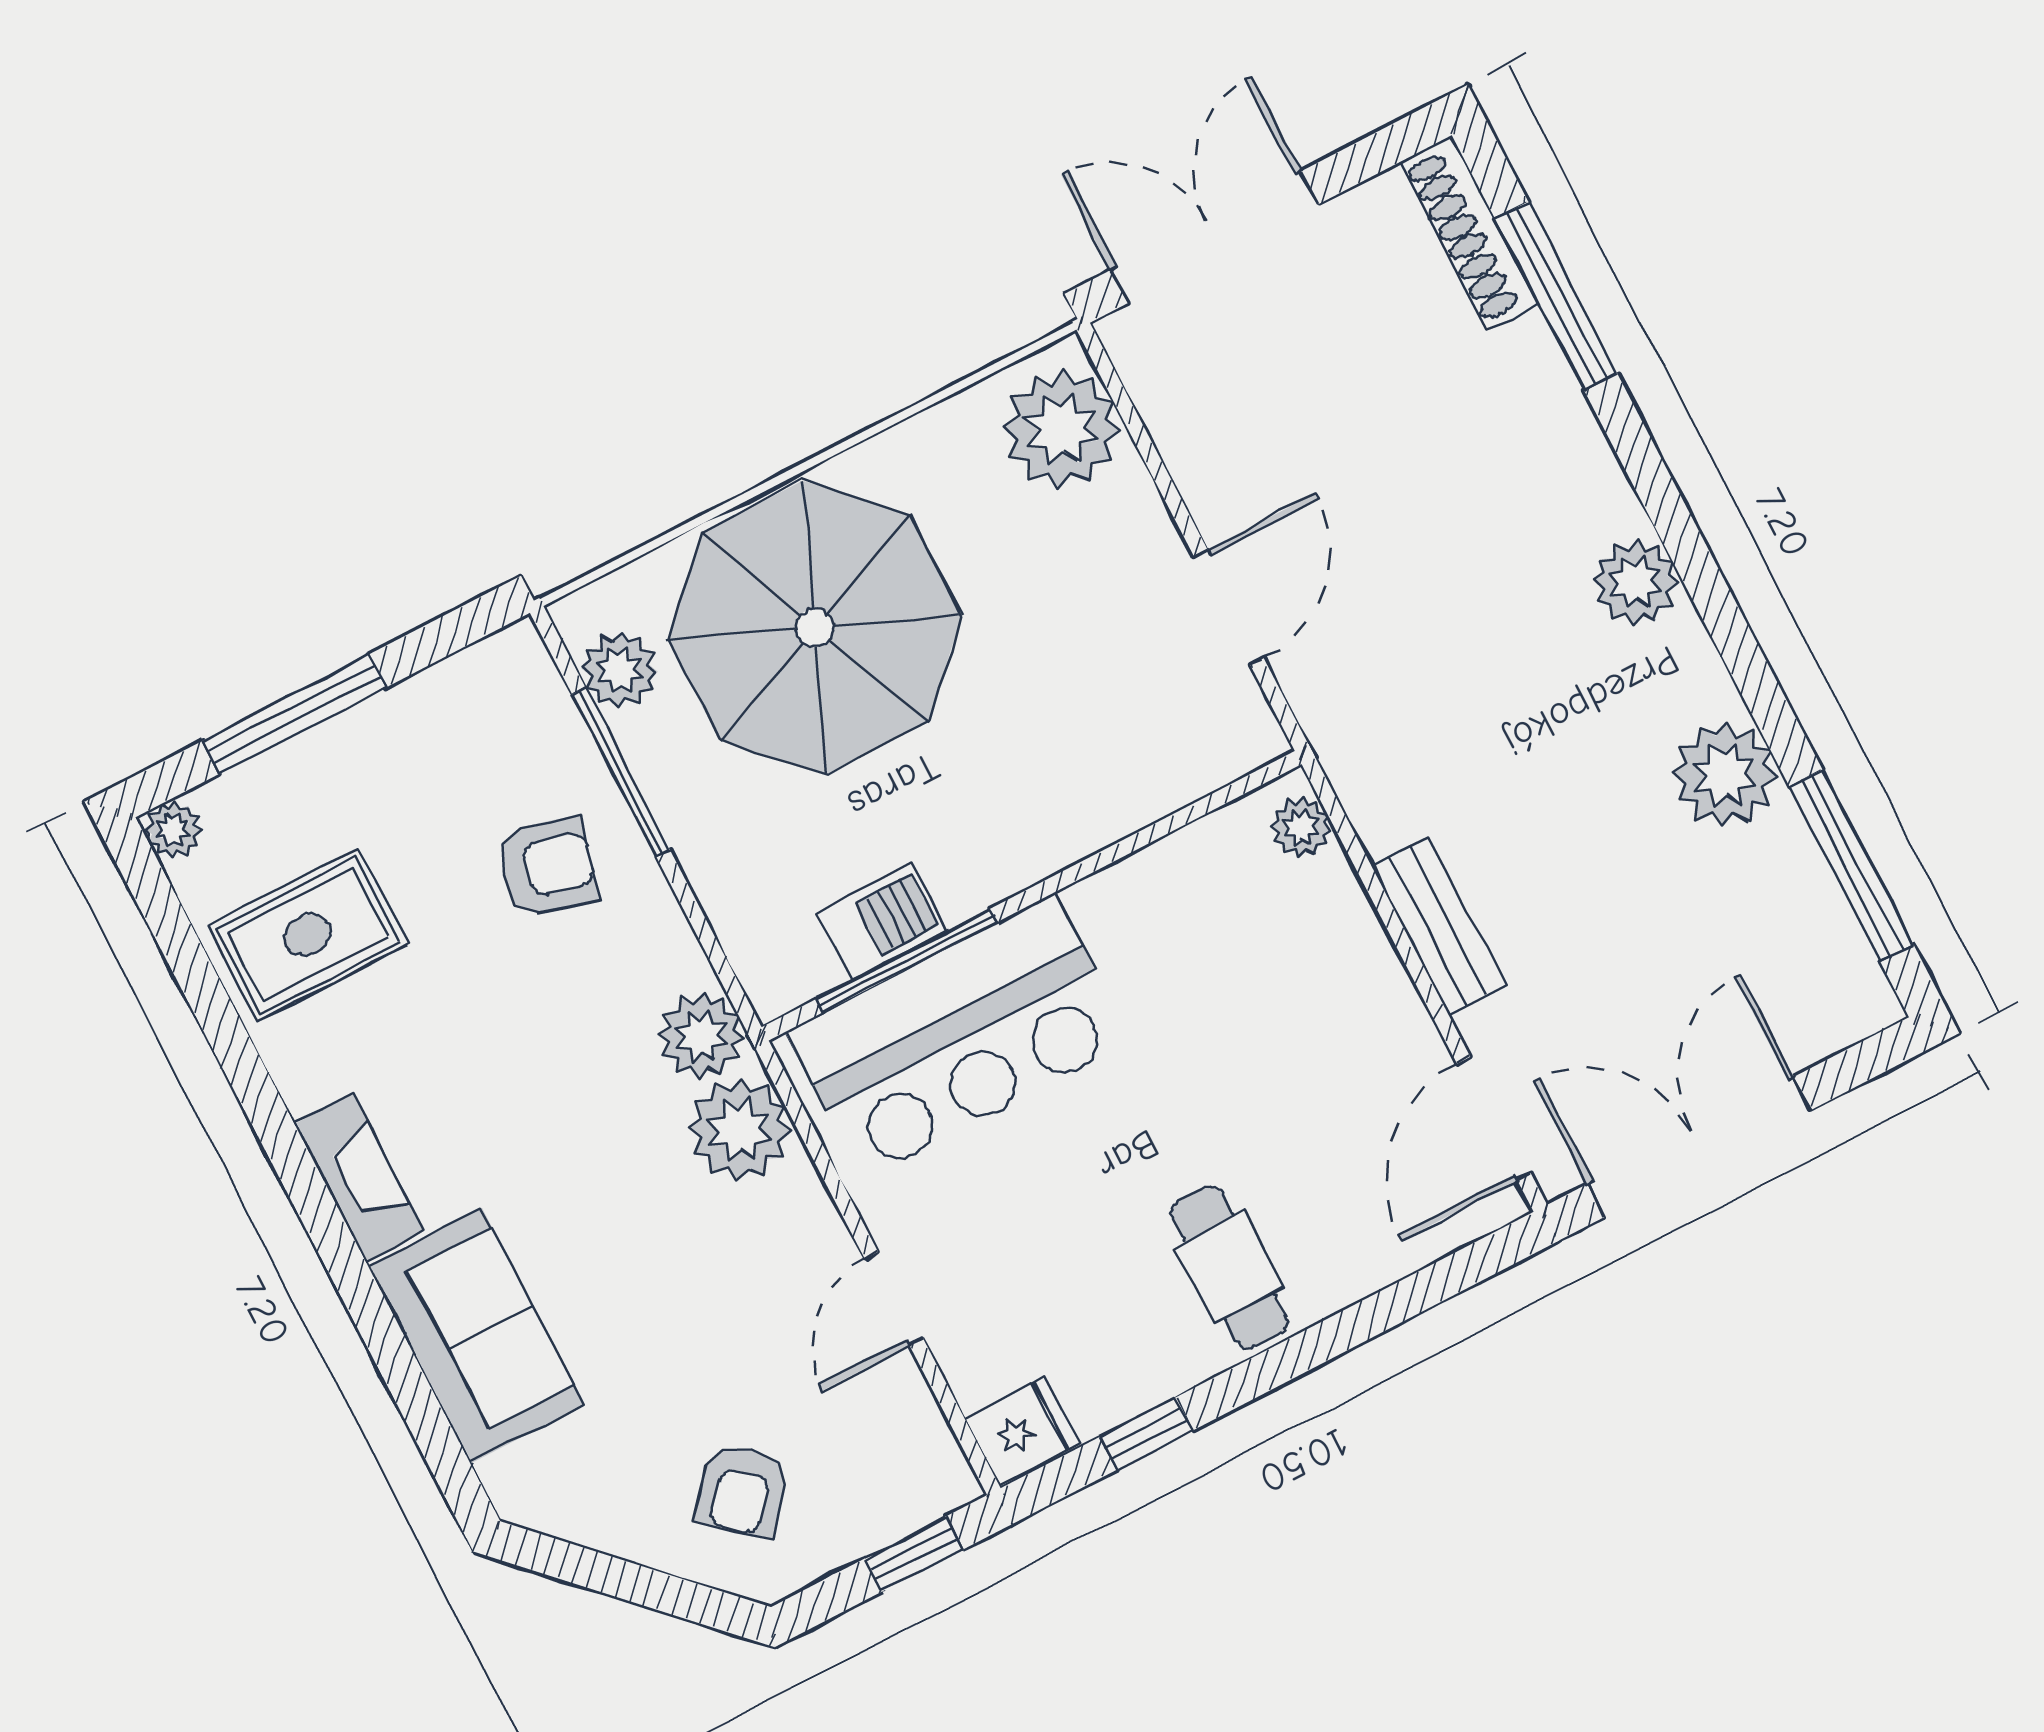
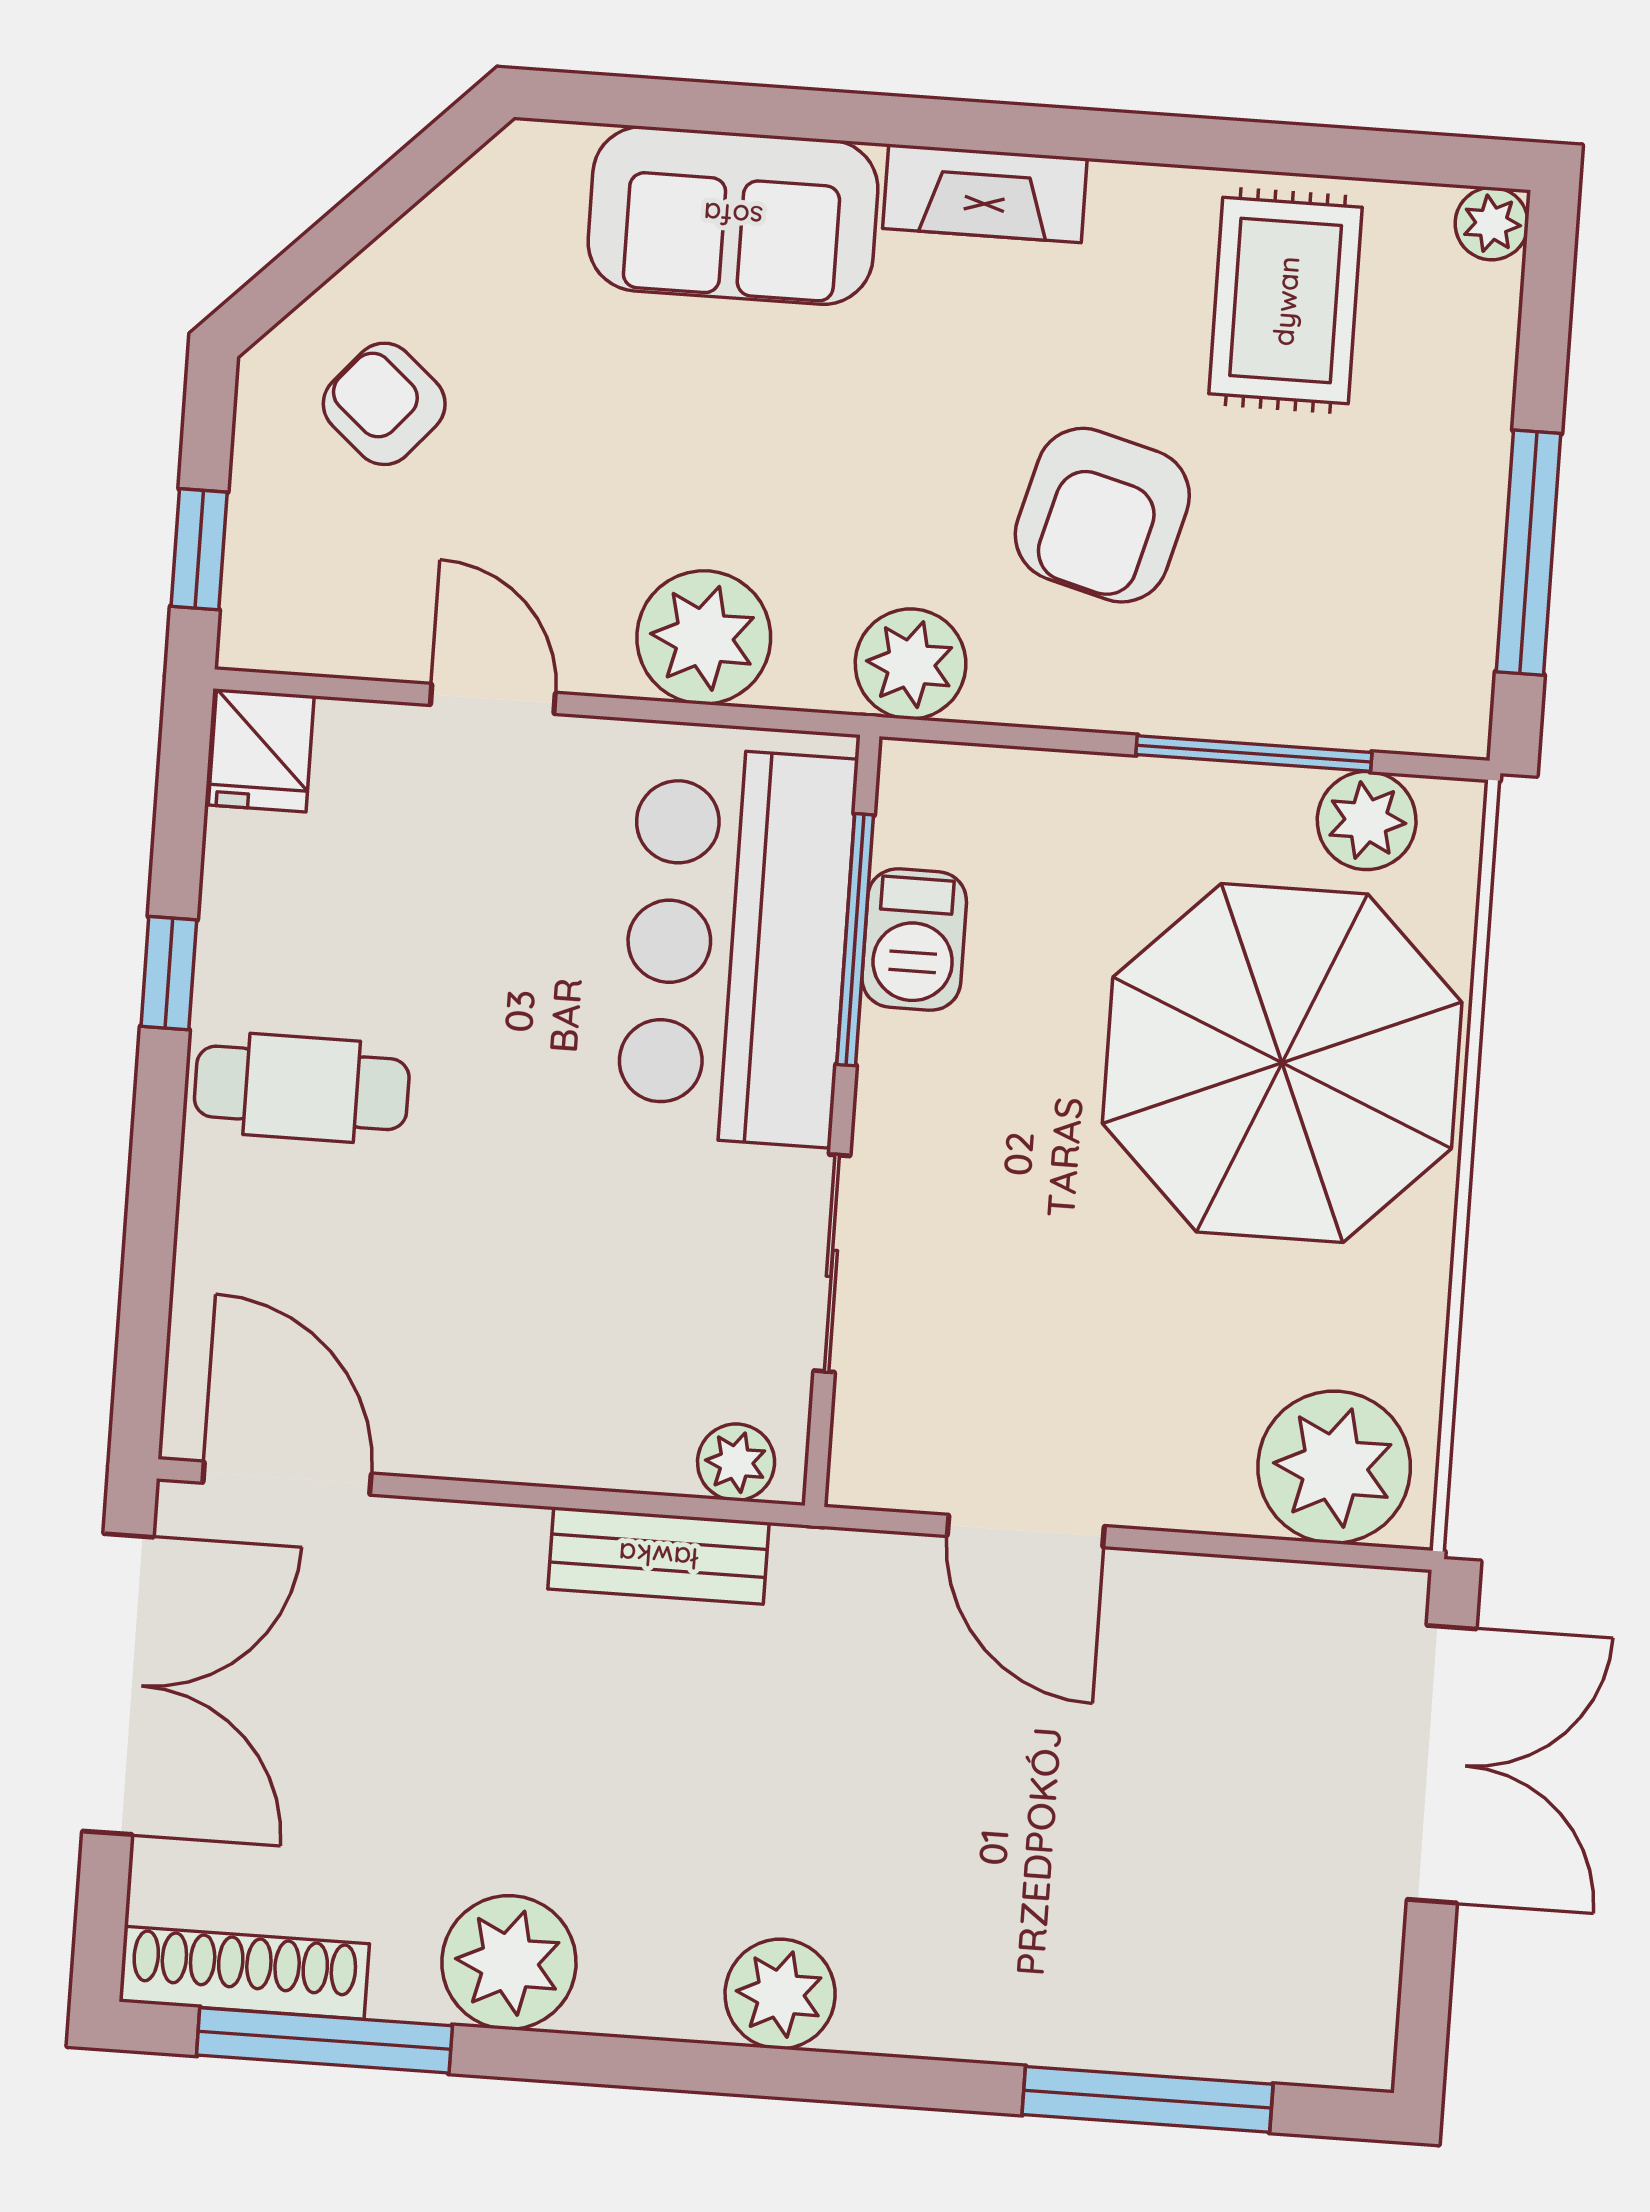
shoe rack: (1470, 233) -> (244, 1973), moved
window: (294, 714) -> (1529, 553), moved
sliding door: (1130, 845) -> (832, 1263), added
armchair: (547, 867) -> (1102, 515), moved, width x1.38, depth x1.38
bench: (1439, 926) -> (658, 1556), moved
plant: (739, 1130) -> (704, 637), moved
window: (1146, 1434) -> (169, 973), moved

